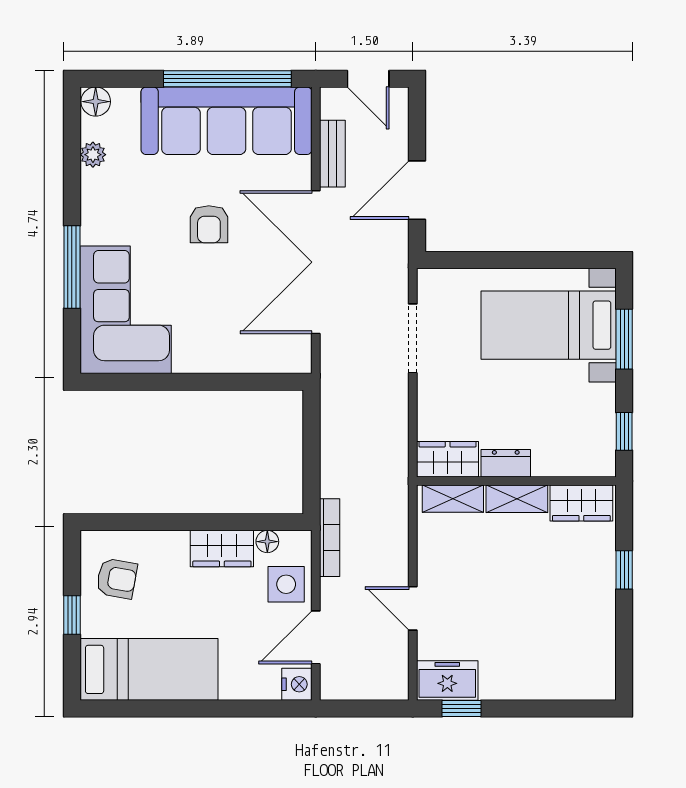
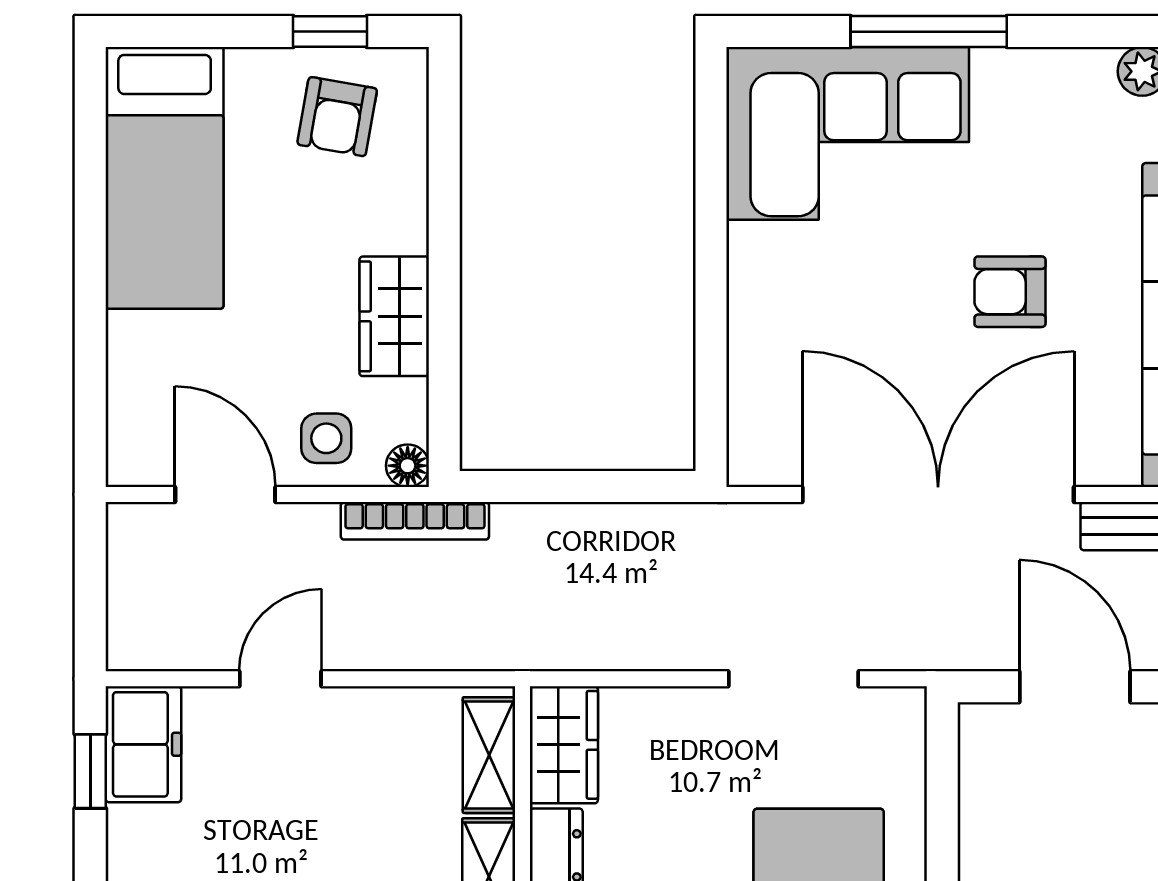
floor lamp: (267, 542) -> (408, 466), moved
side table: (286, 584) -> (326, 438), width x0.73, depth x0.73
window: (72, 615) -> (330, 32), moved
nightstand: (297, 684) -> (136, 459), removed

